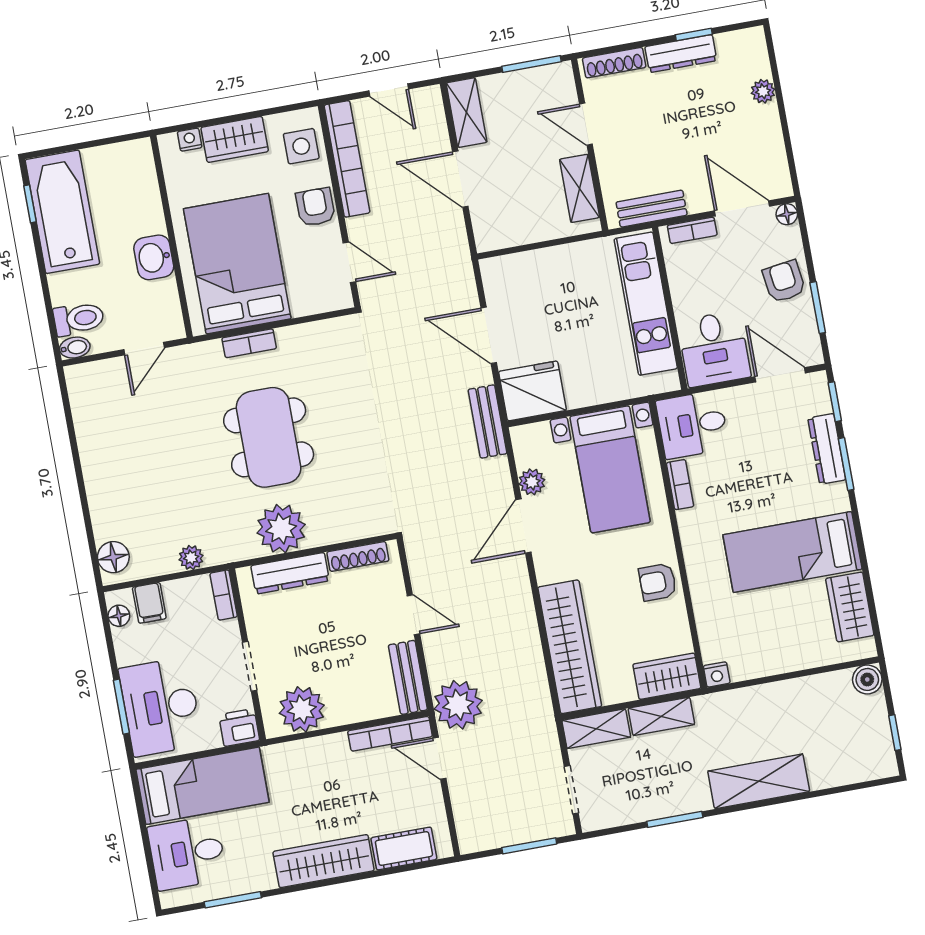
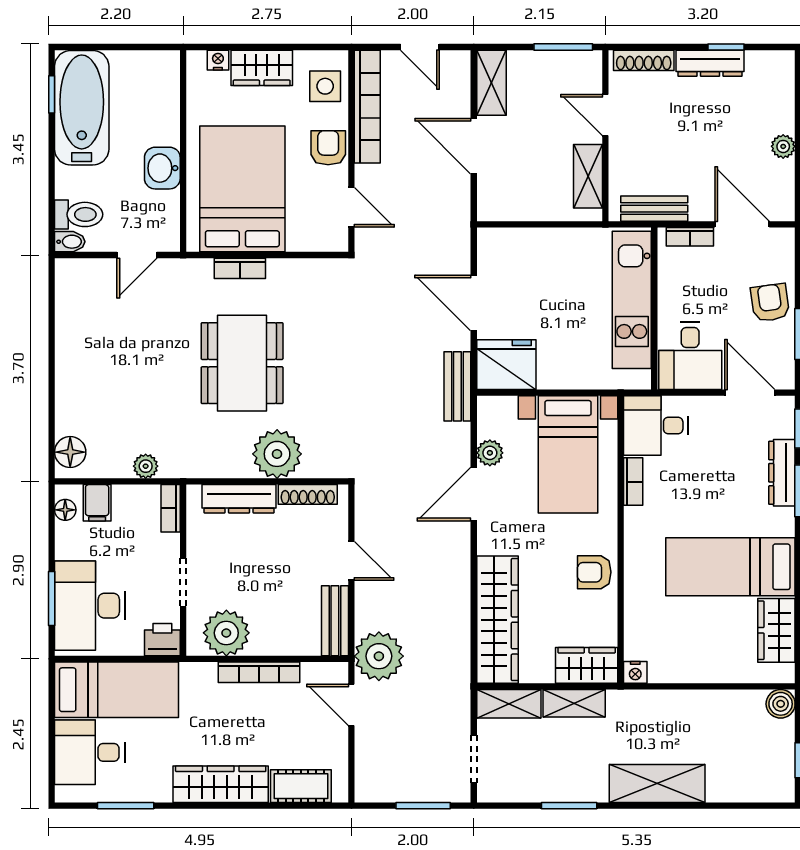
plant: (763, 91) -> (783, 146), moved
floor lamp: (787, 214) -> (785, 238), removed
plant: (281, 529) -> (277, 454), moved
bookcase: (390, 734) -> (259, 672), moved

